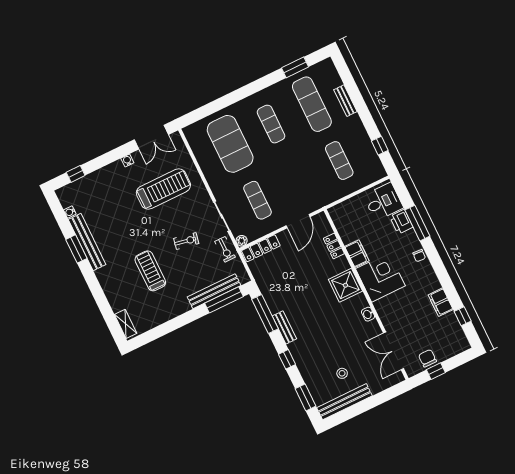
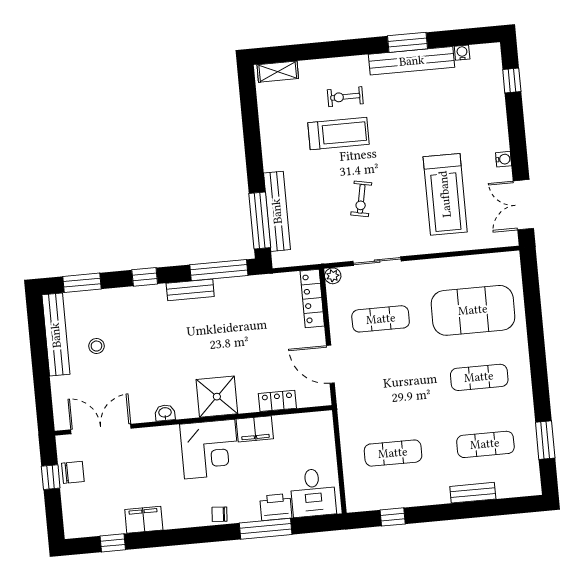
exercise mat: (312, 104) -> (485, 444), width x0.73, depth x0.69
exercise bike: (225, 249) -> (345, 97), moved

